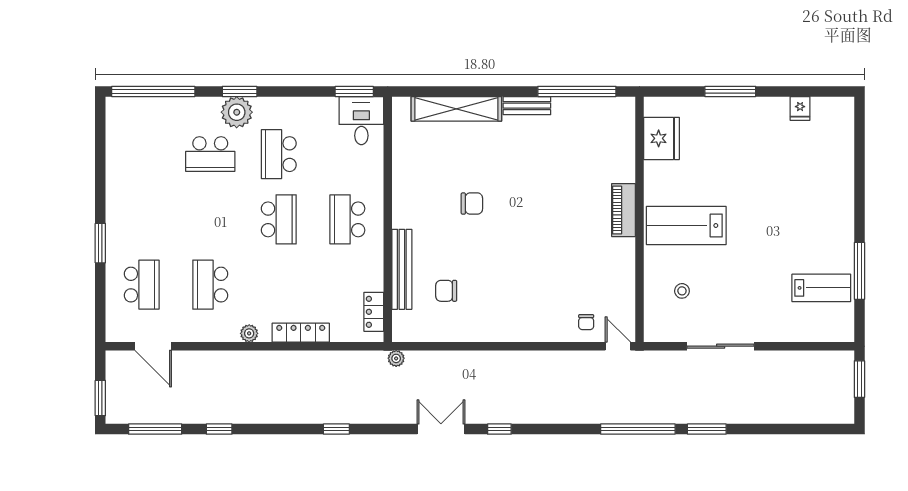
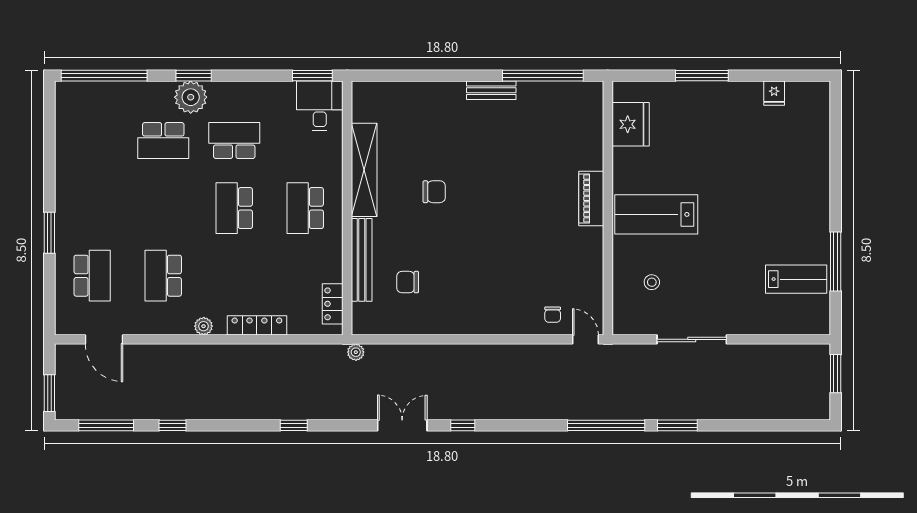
shelving: (456, 109) -> (364, 170), moved, turned 90
school desk: (279, 154) -> (234, 141), turned 90
school desk: (279, 219) -> (234, 208), turned 180

